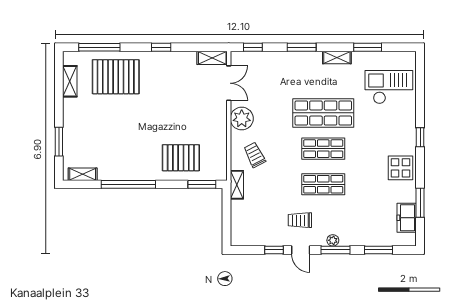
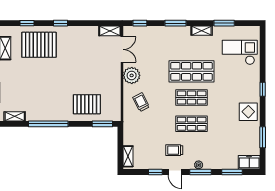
window: (99, 47) -> (27, 23), width x0.46
window: (161, 47) -> (61, 23), moved
shelving: (237, 185) -> (128, 156), moved
freezer: (407, 218) -> (249, 162), moved, turned 90

